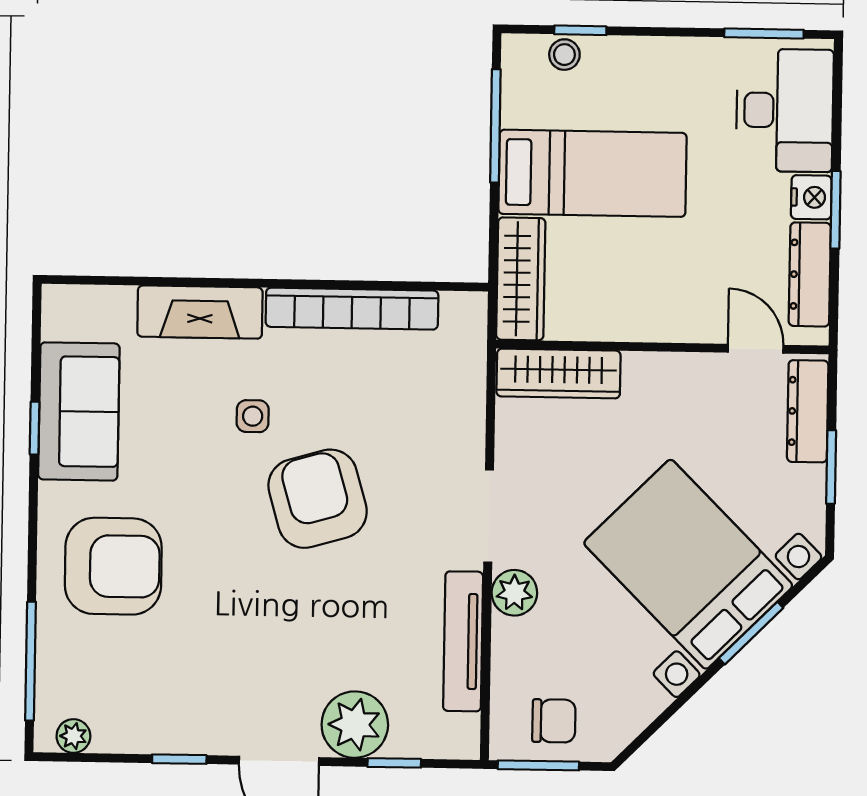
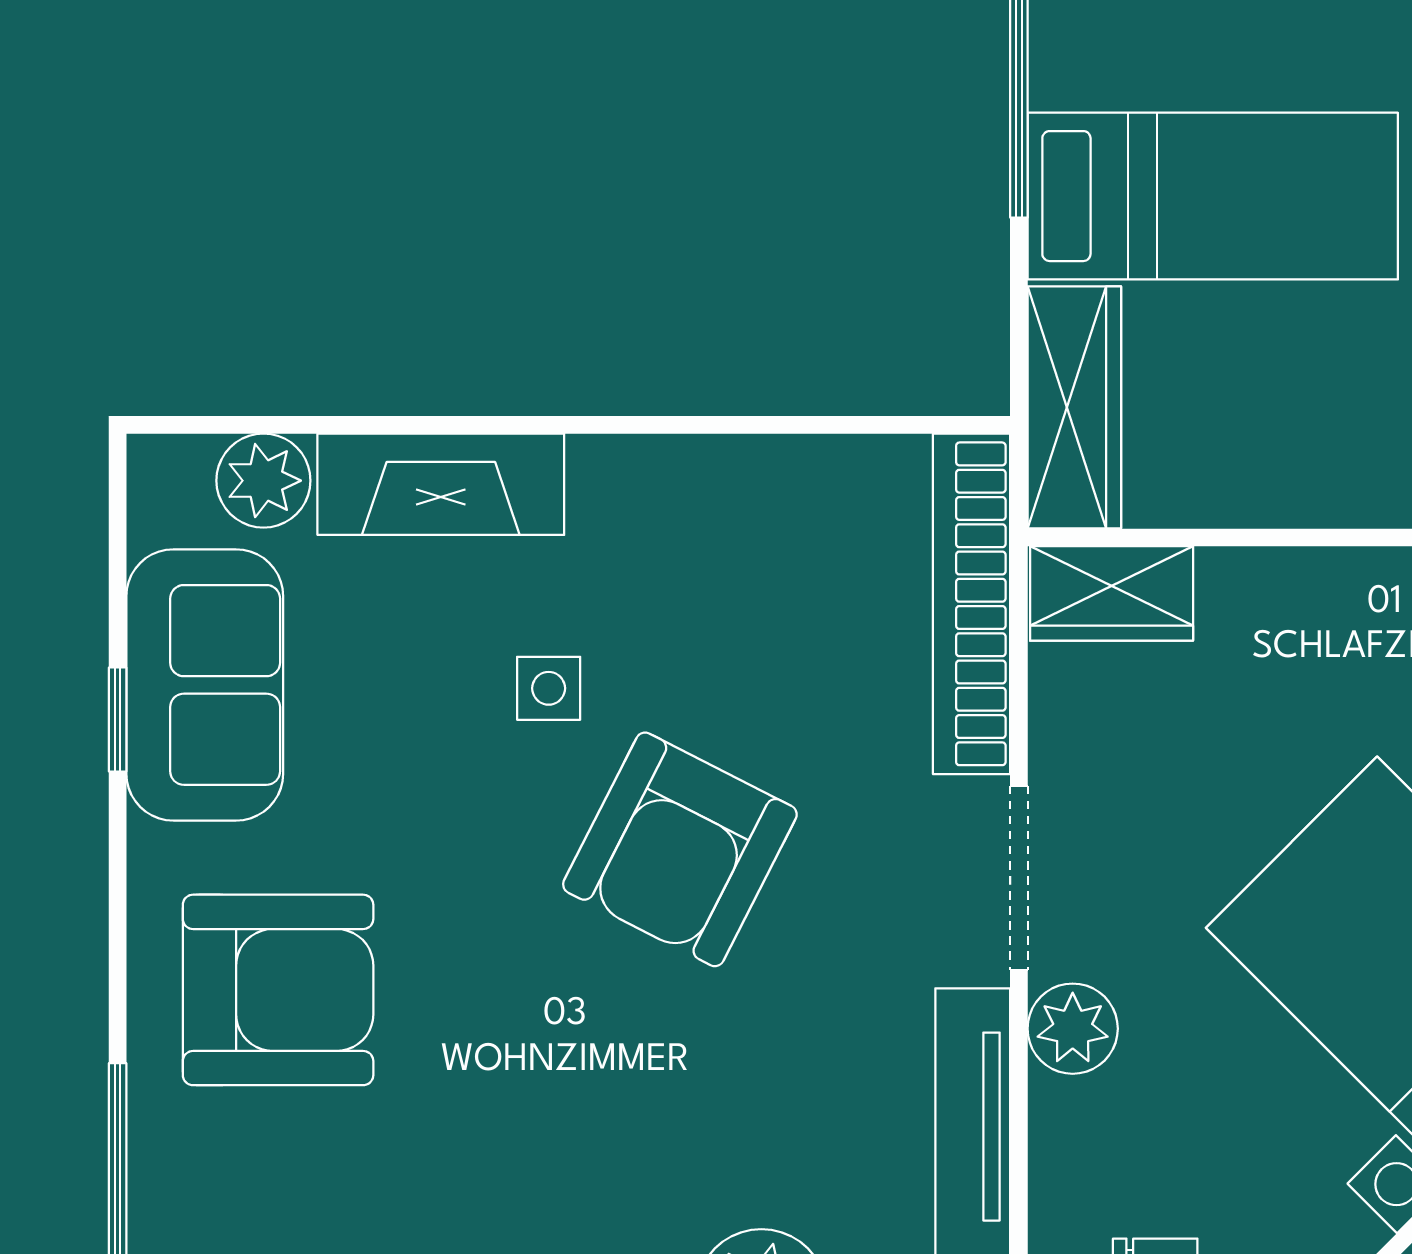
plant: (110, 309) -> (263, 481), added
bookcase: (352, 309) -> (972, 604), moved, turned 90
wardrobe: (558, 374) -> (1112, 593), width x0.67
armchair: (318, 499) -> (680, 849), turned -137

